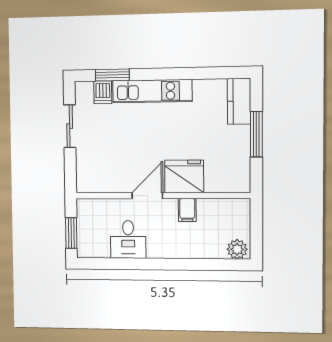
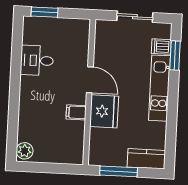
fridge: (184, 176) -> (104, 111), moved
door: (147, 196) -> (90, 80), moved
wall: (162, 196) -> (89, 92), moved
filing cabinet: (187, 210) -> (76, 112), moved

